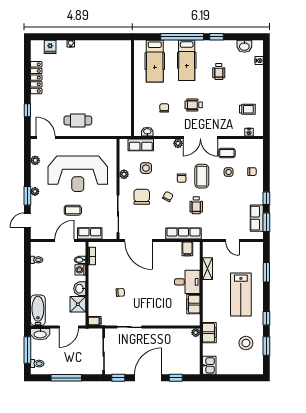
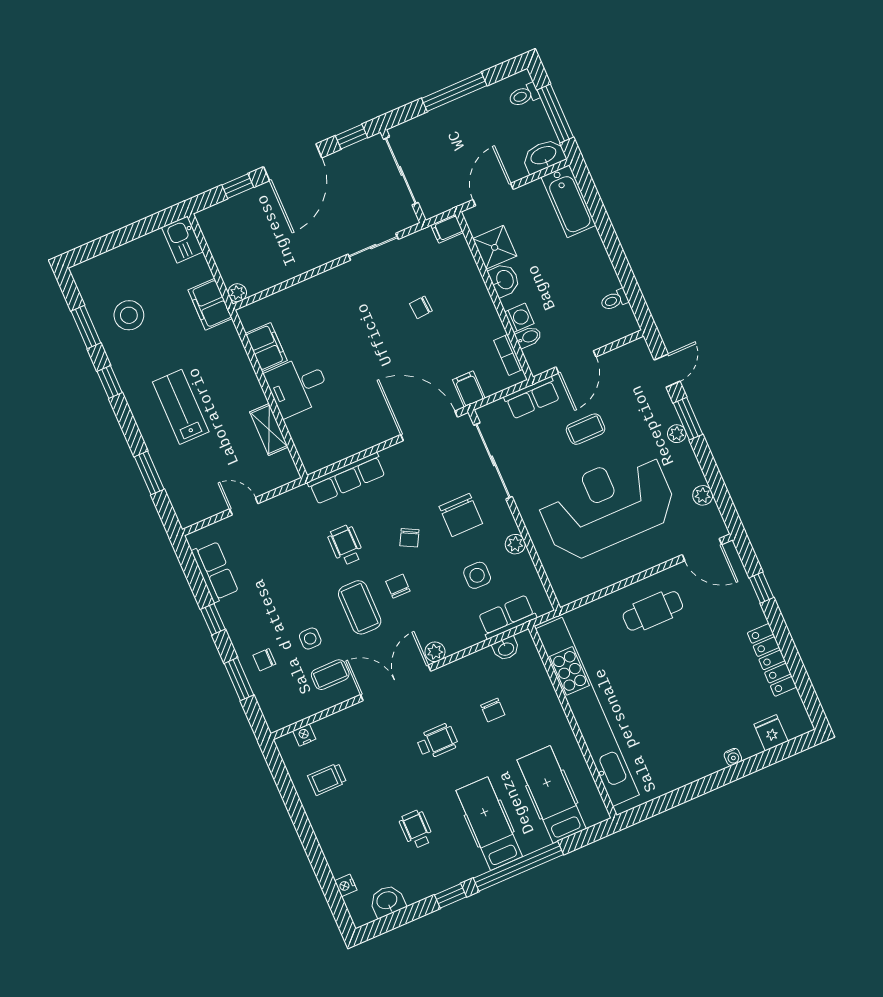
kitchen unit: (124, 90) -> (587, 712), added
window: (266, 222) -> (239, 679), moved
filing cabinet: (187, 249) -> (469, 389), moved
lab bench: (241, 294) -> (181, 407), width x0.73, depth x0.72

